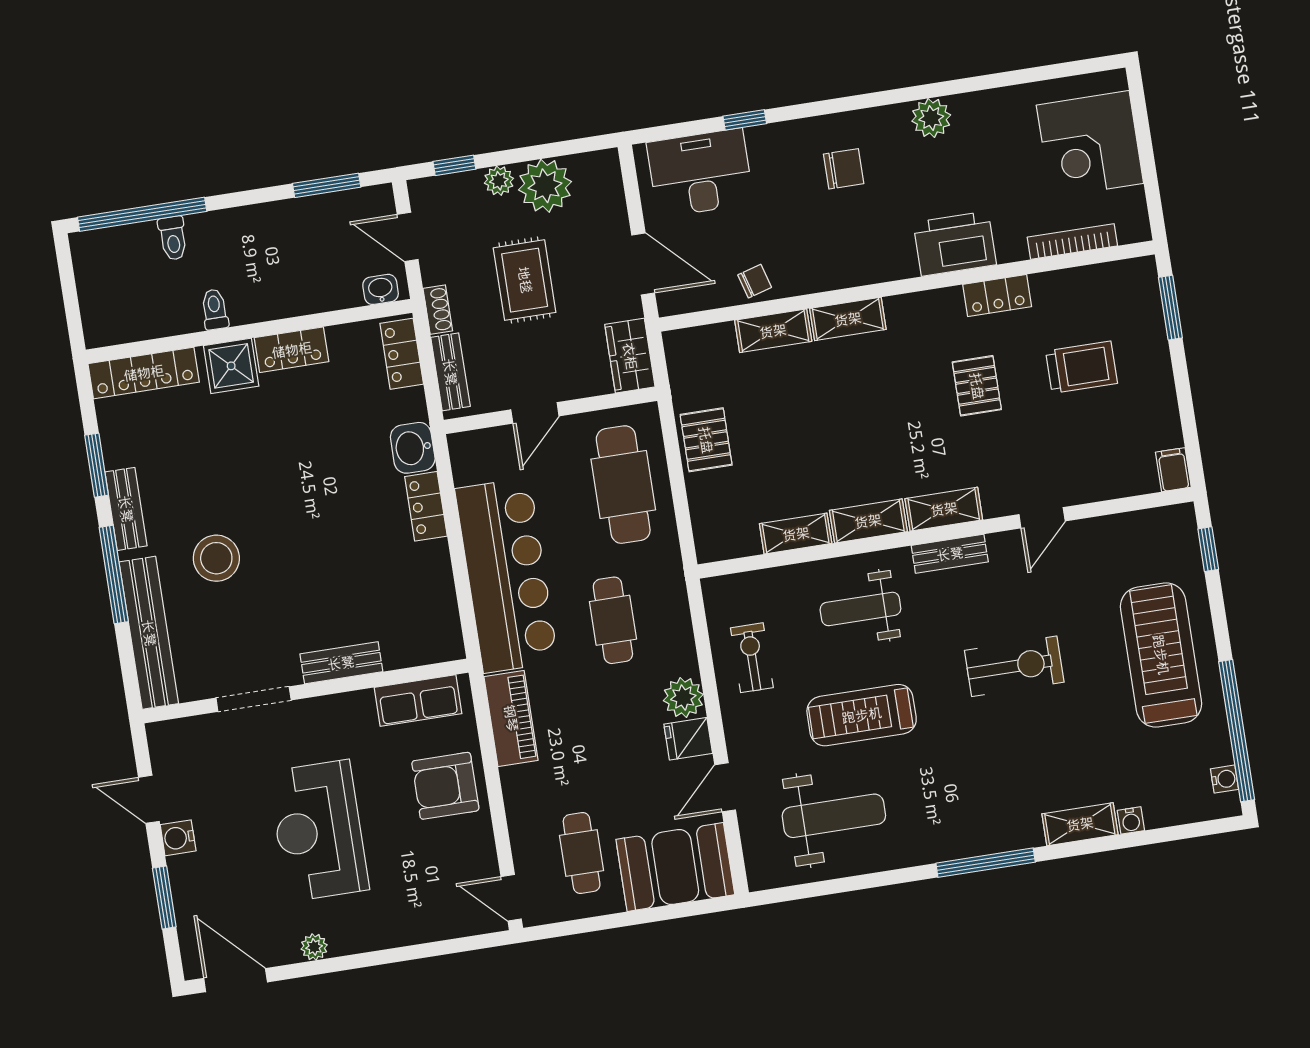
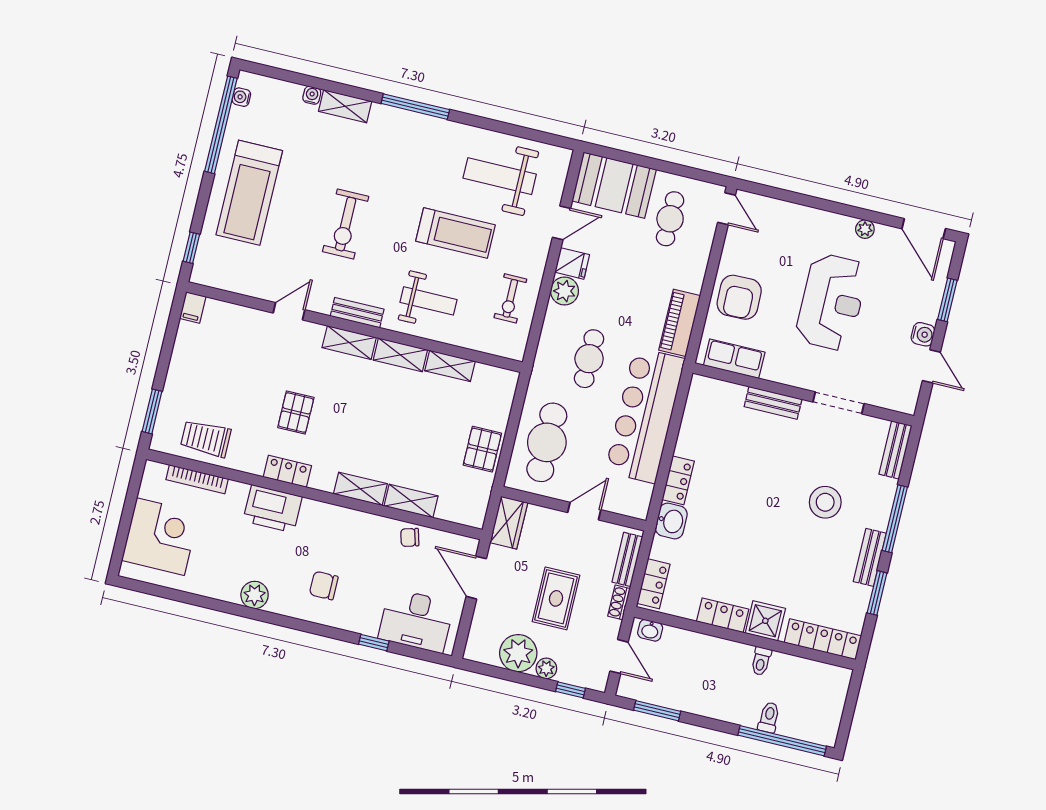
locker: (997, 296) -> (287, 471), moved
trolley: (1082, 367) -> (206, 438), moved
bench: (149, 633) -> (895, 450), width x0.54, depth x0.82
exercise bike: (1014, 666) -> (346, 224), turned -90
armchair: (445, 786) -> (739, 297), turned 89

